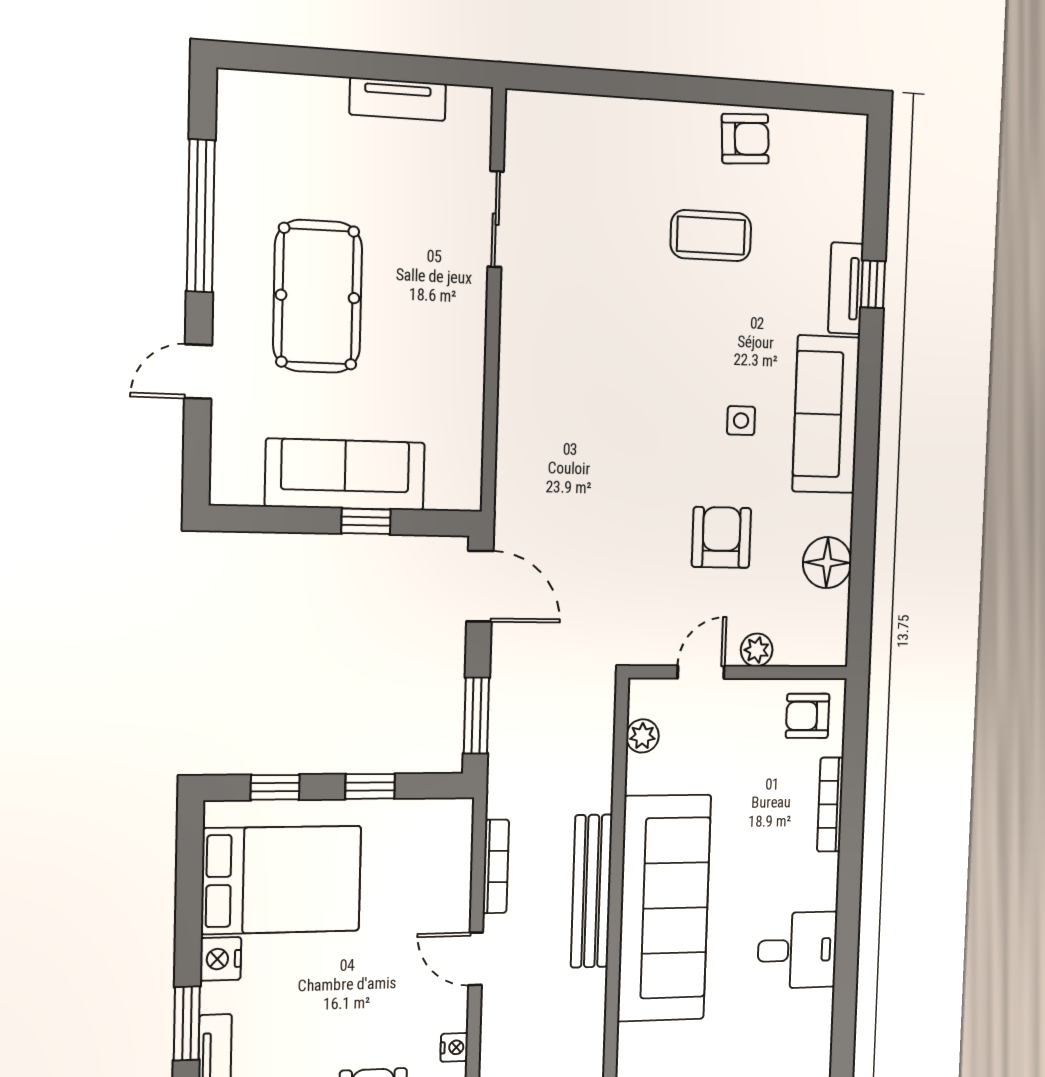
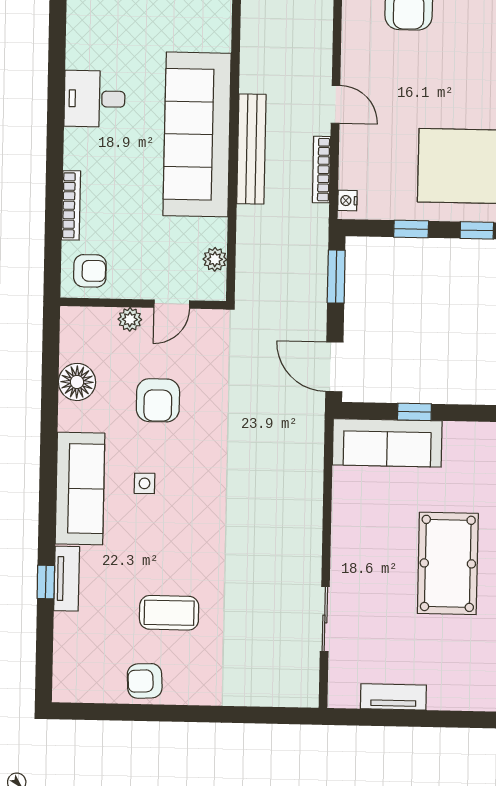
sofa: (345, 474) -> (387, 443), moved
nightstand: (454, 1047) -> (347, 201), moved

